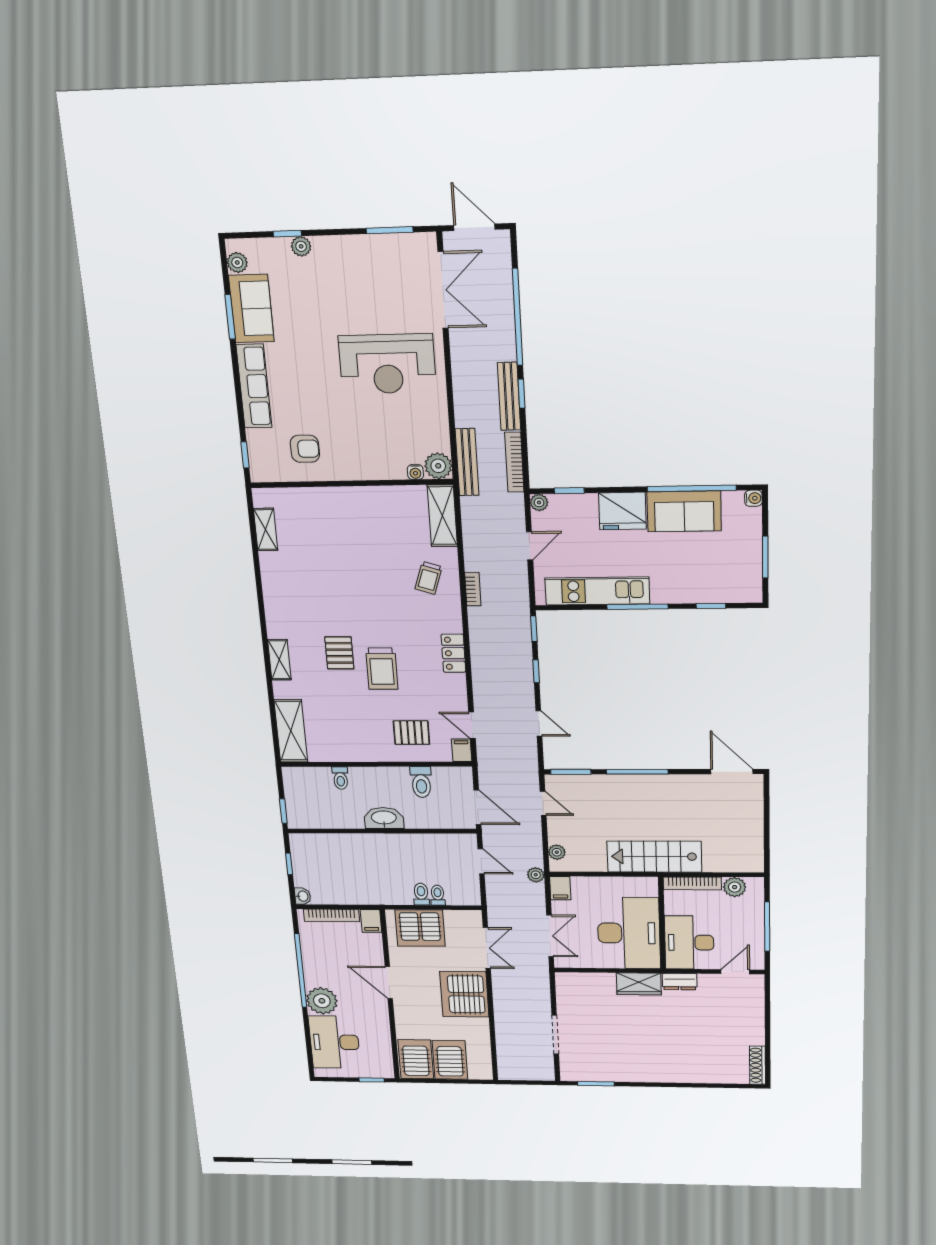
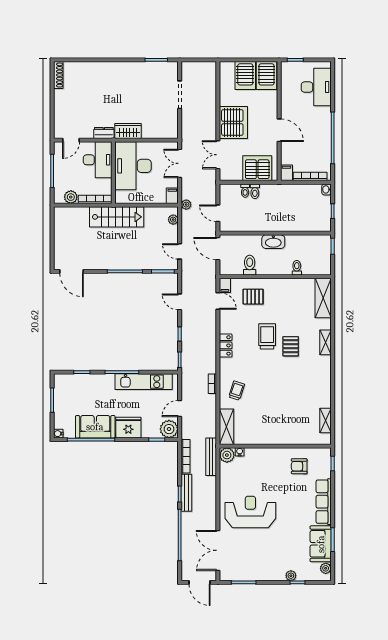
plant: (539, 502) -> (169, 429), width x1.88, depth x1.88
plant: (322, 1001) -> (321, 117), removed

